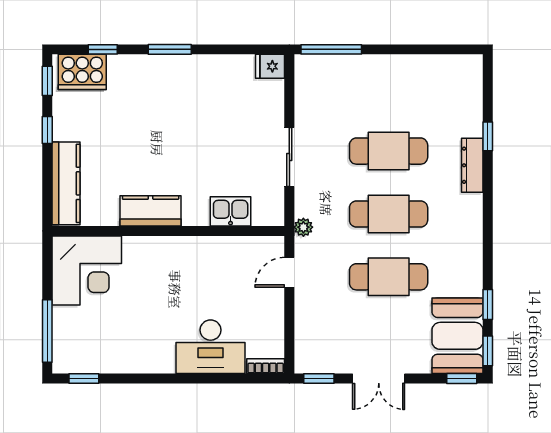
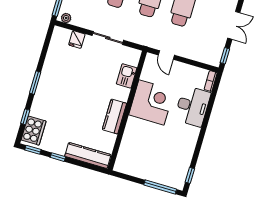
fridge: (270, 66) -> (77, 39), moved
plant: (303, 227) -> (66, 18), moved
corner desk: (87, 270) -> (151, 102), moved

